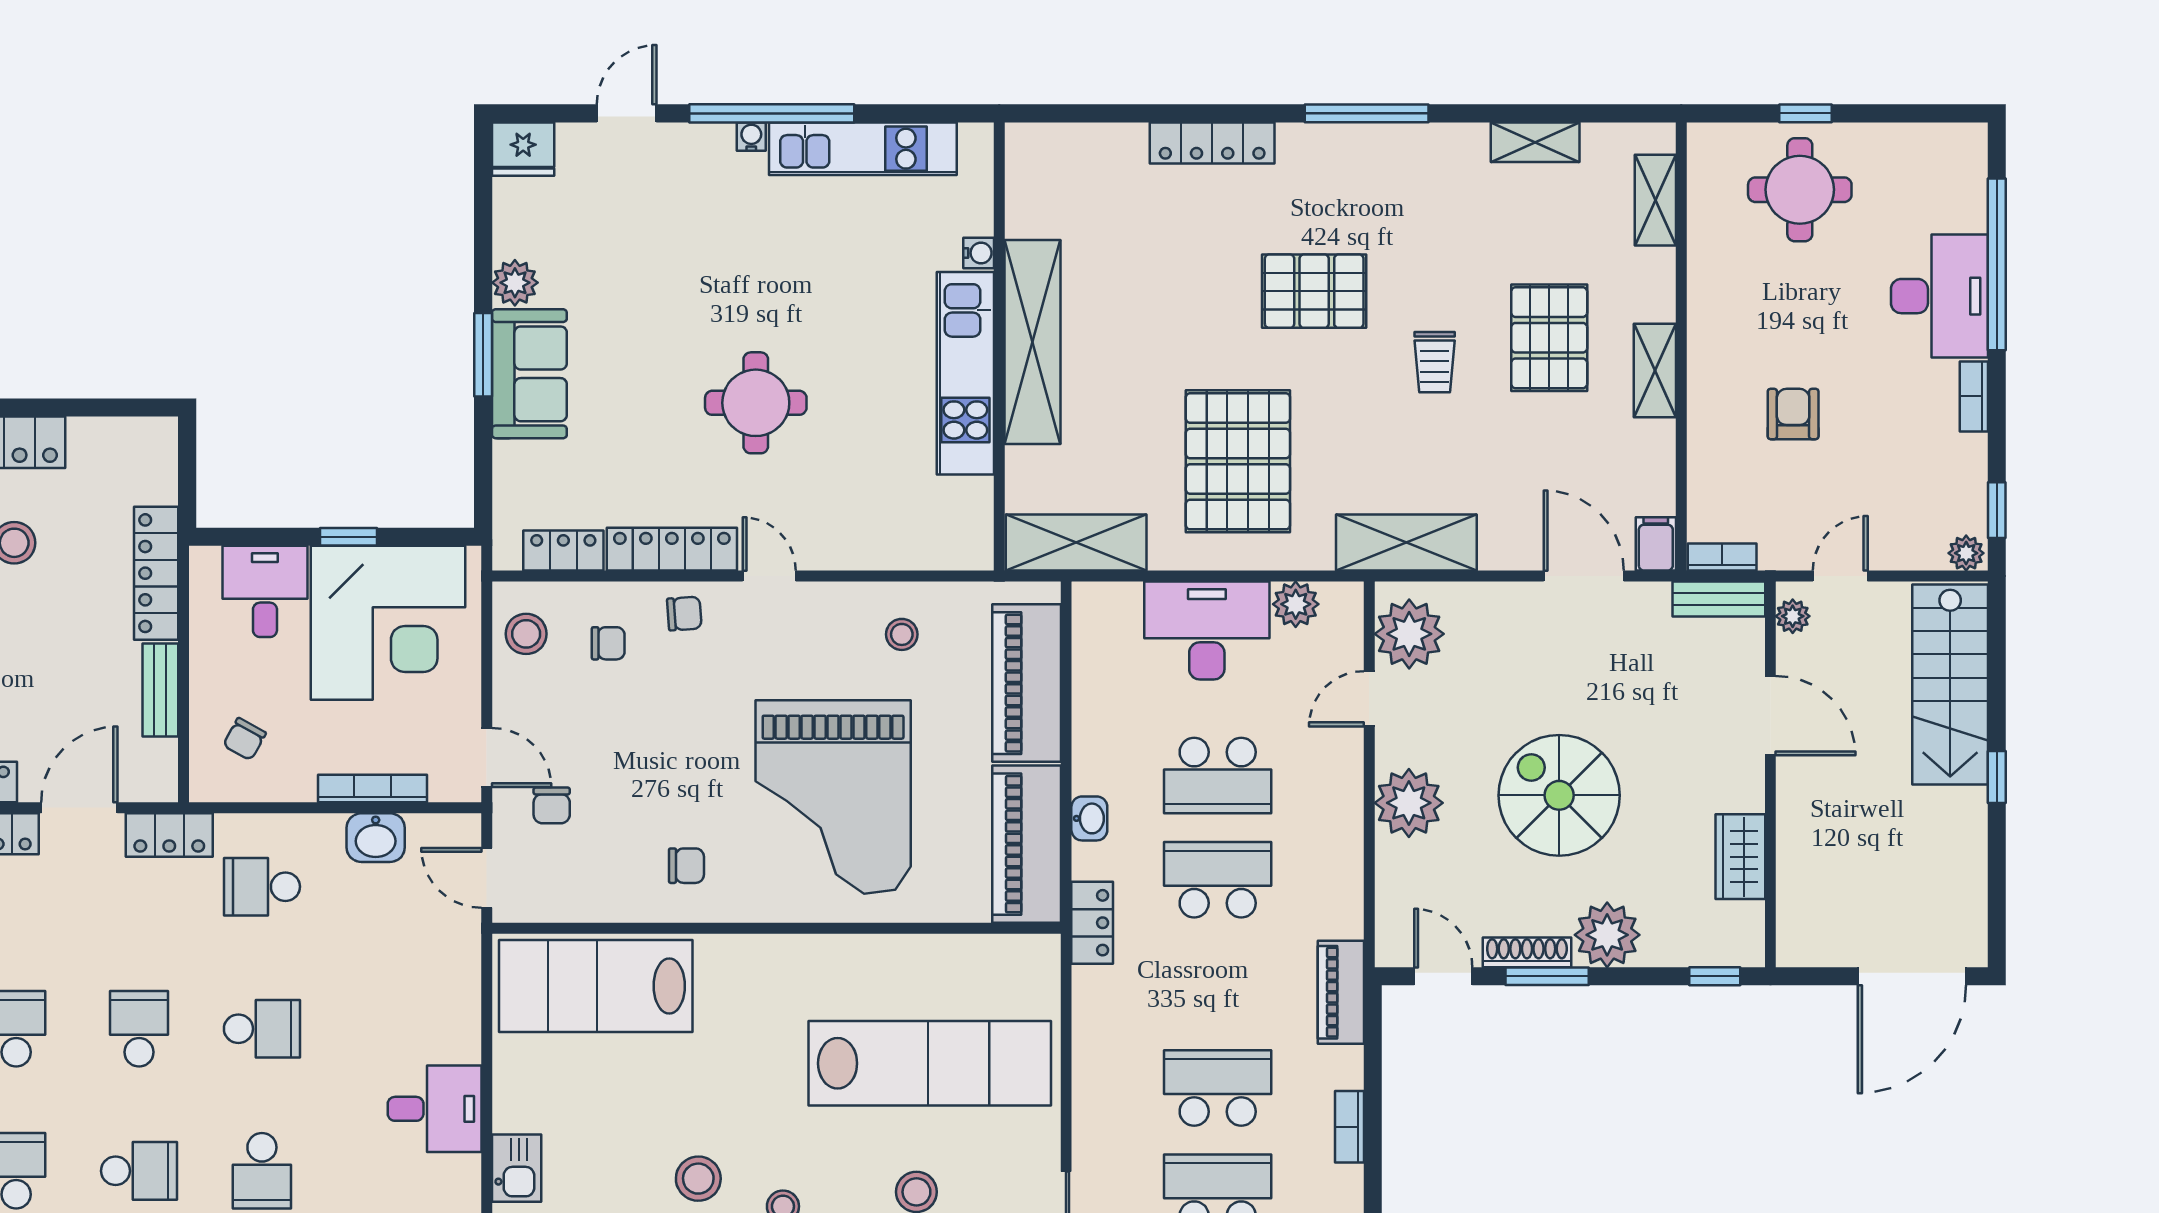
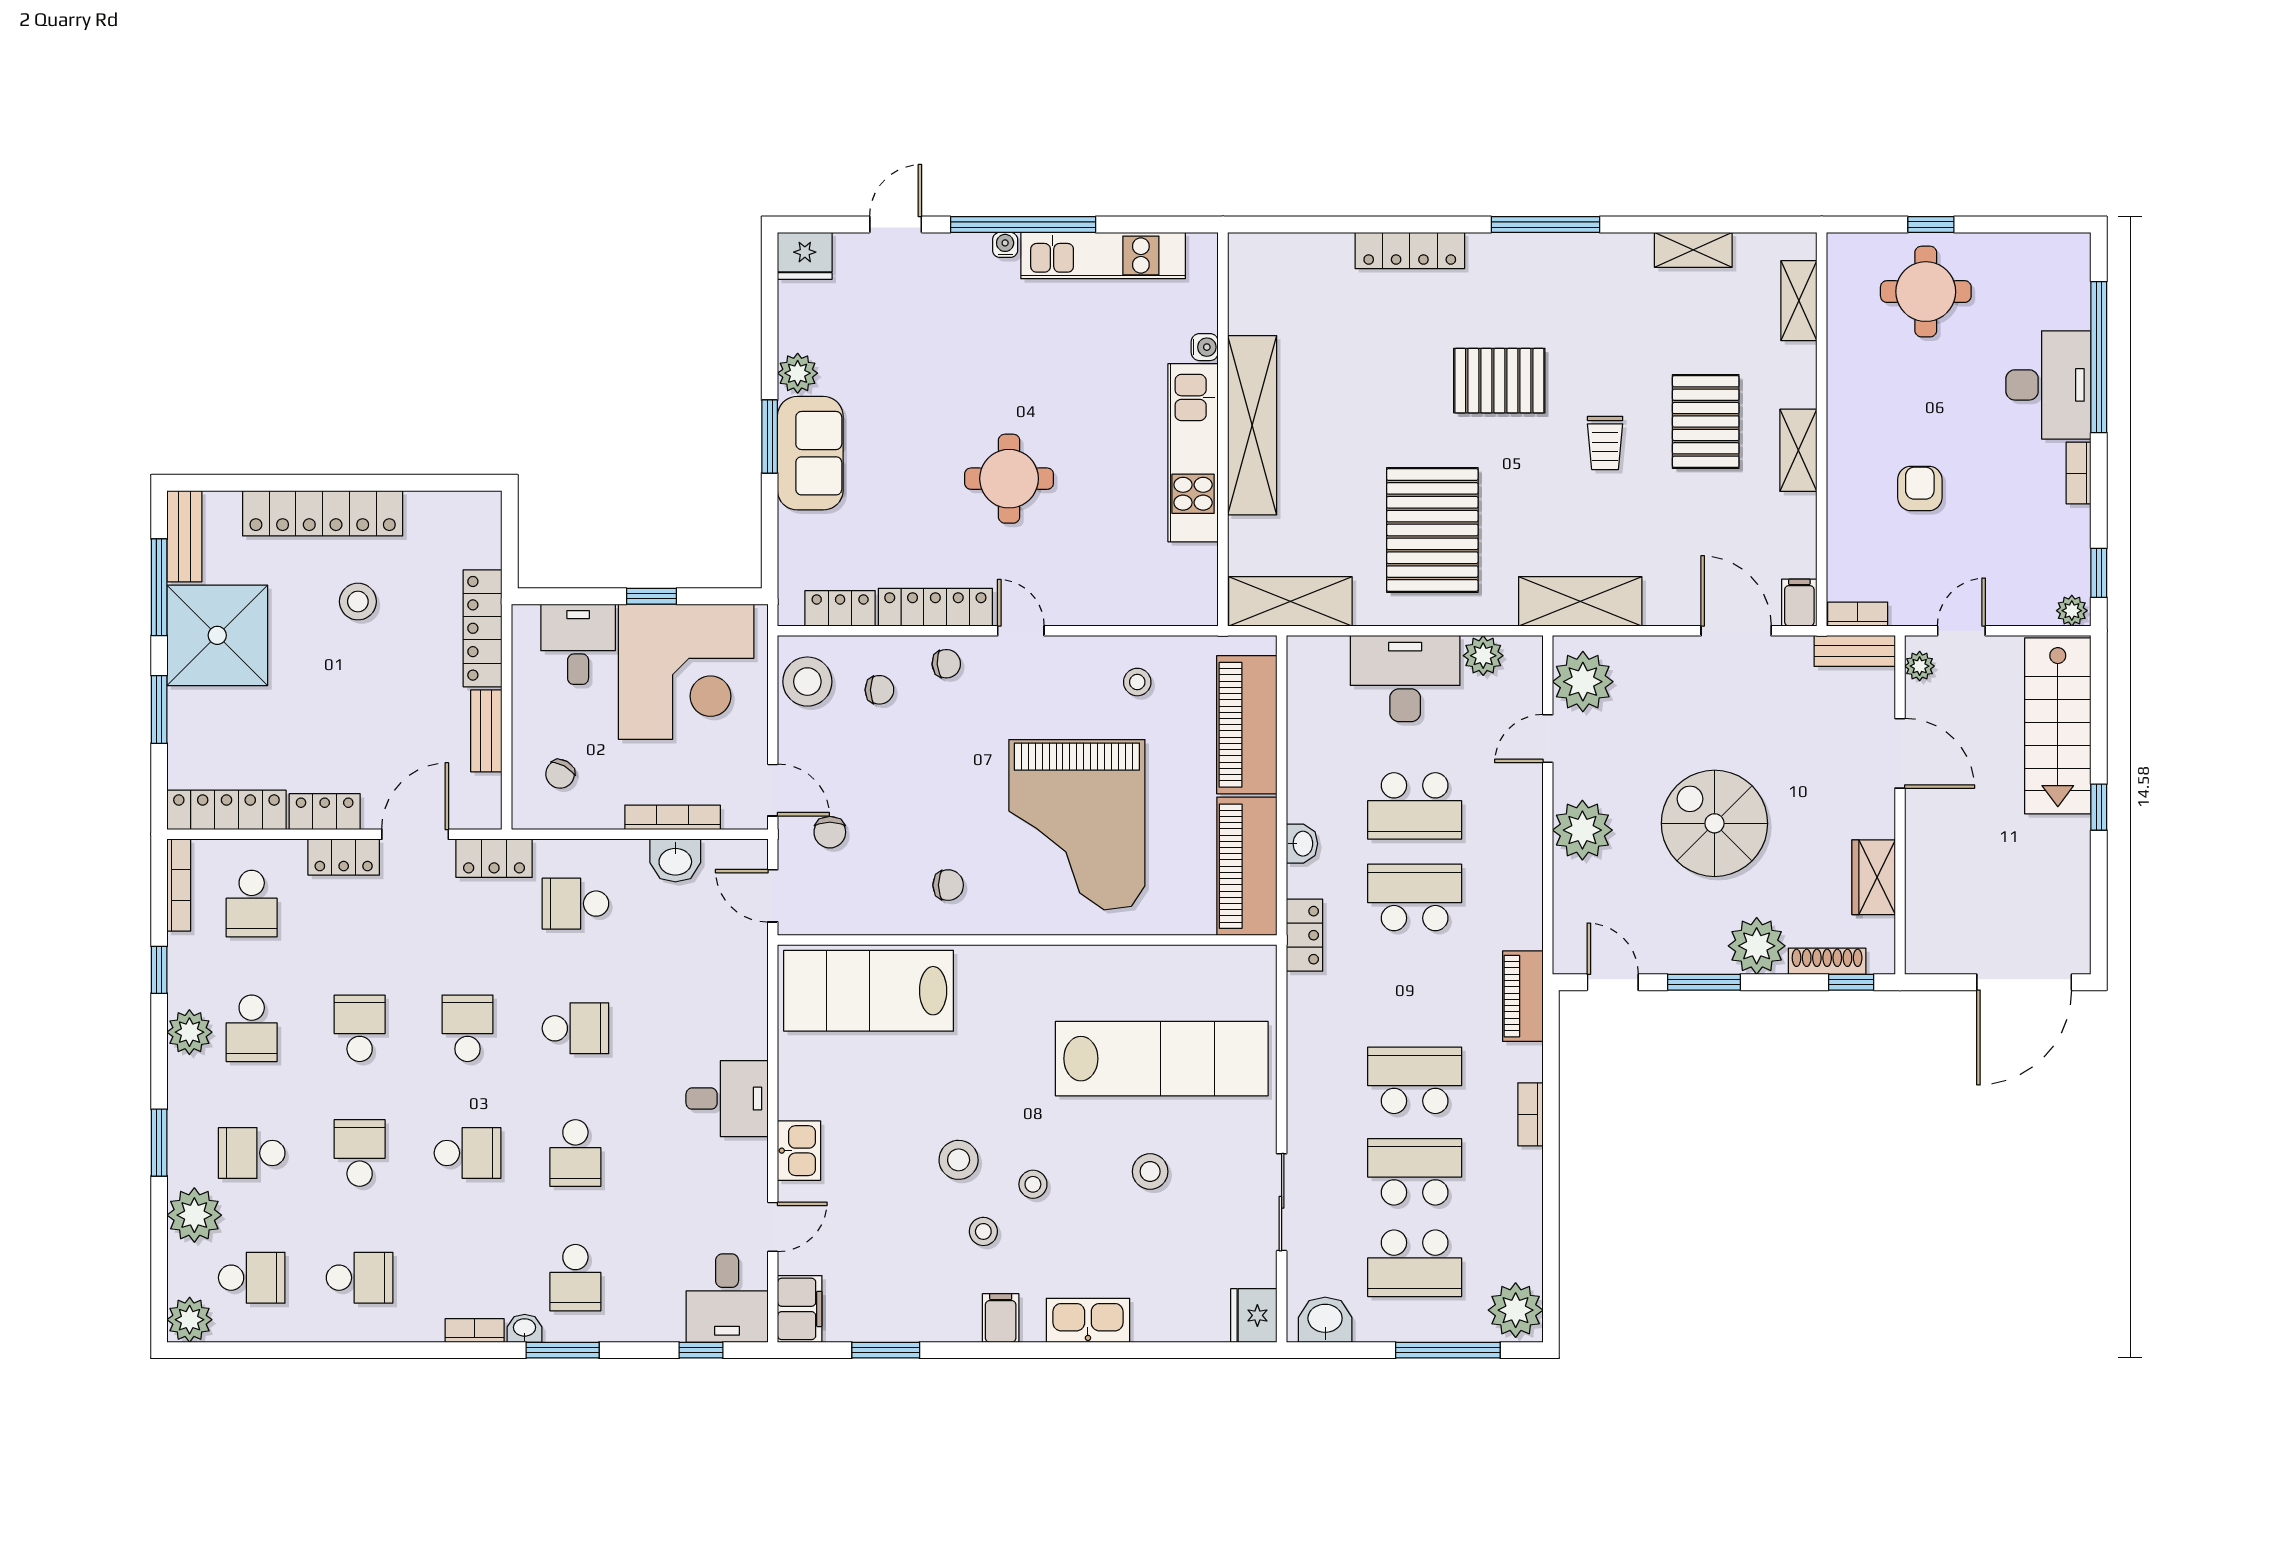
stool: (526, 634) -> (807, 682), width x1.38, depth x1.38
shoe rack: (1527, 952) -> (1827, 961), moved

